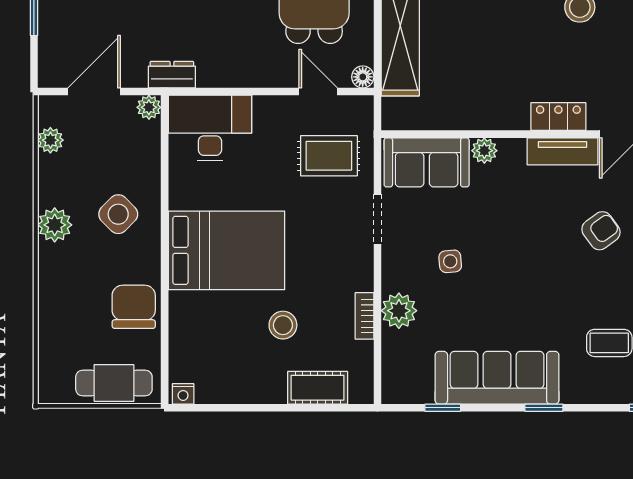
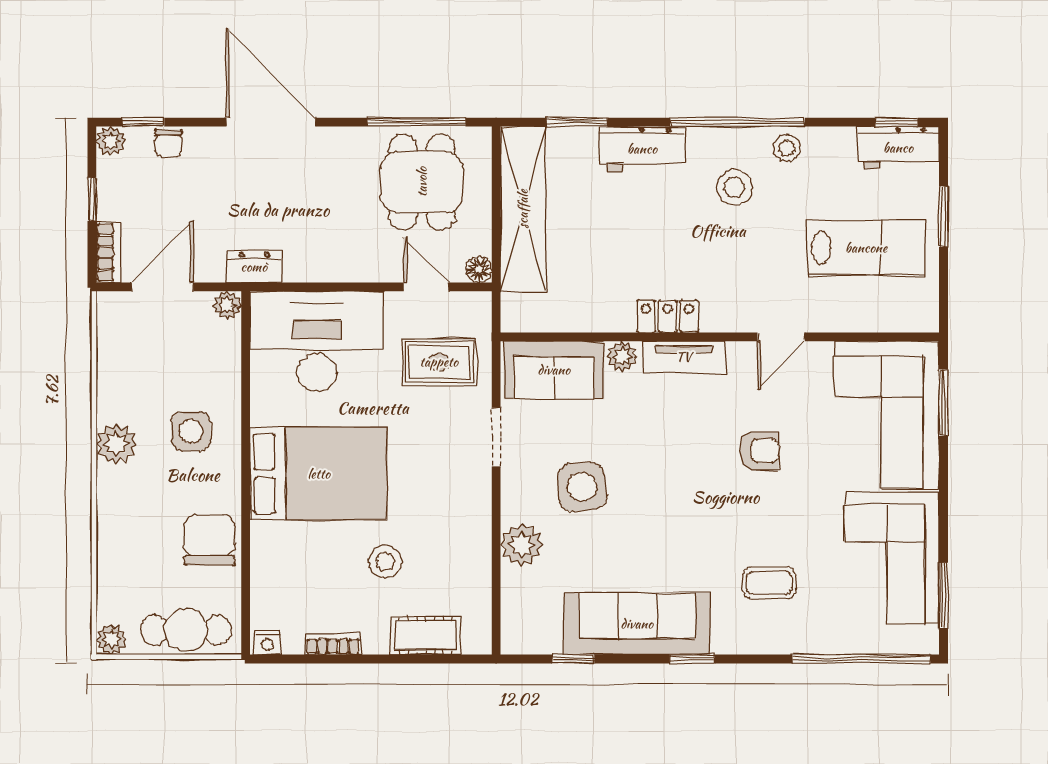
bookcase: (48, 62) -> (108, 252), added
locker: (558, 117) -> (668, 316), moved
desk: (210, 128) -> (317, 341), width x1.36, depth x1.30
plant: (50, 140) -> (111, 640), moved
tv unit: (563, 151) -> (684, 357), moved
side table: (118, 214) -> (191, 431), turned 45
armchair: (601, 231) -> (759, 451), turned 36
side table: (450, 261) -> (582, 487), width x1.87, depth x1.87
bookcase: (364, 316) -> (333, 644), moved, turned 90

